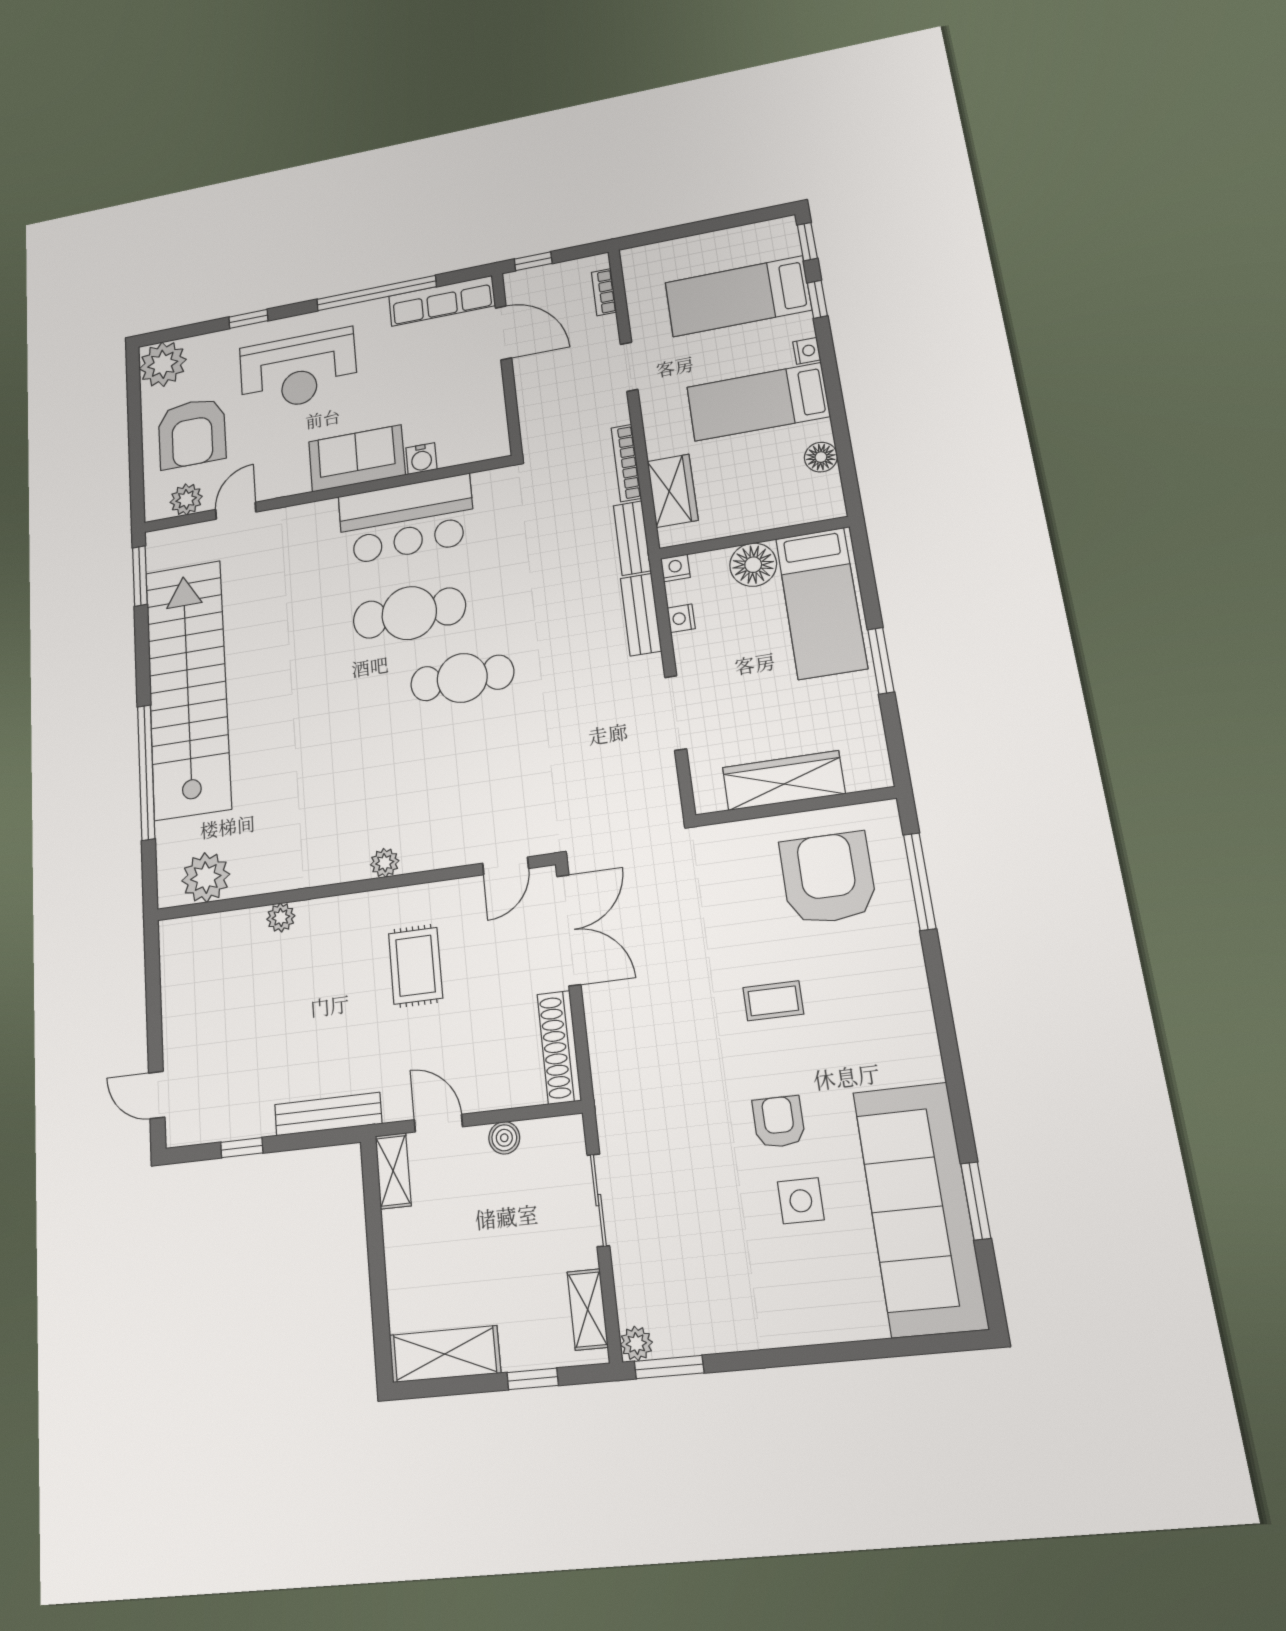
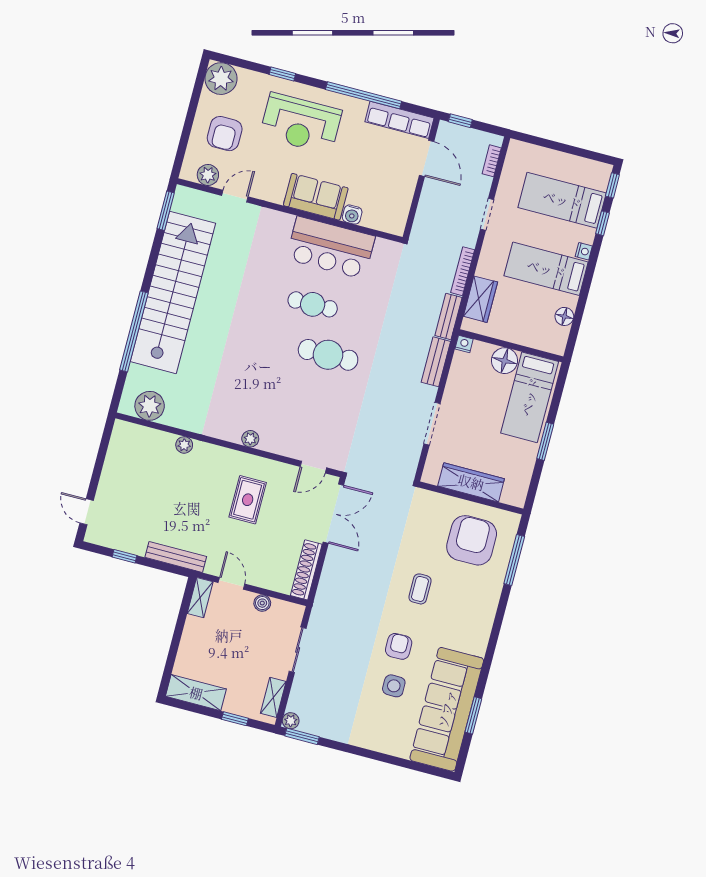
armchair: (192, 433) -> (225, 134), width x0.73, depth x0.73
cafe table: (409, 613) -> (313, 304), width x0.73, depth x0.74
nightstand: (681, 618) -> (456, 373), removed
coffee table: (773, 1001) -> (420, 589), turned 90

